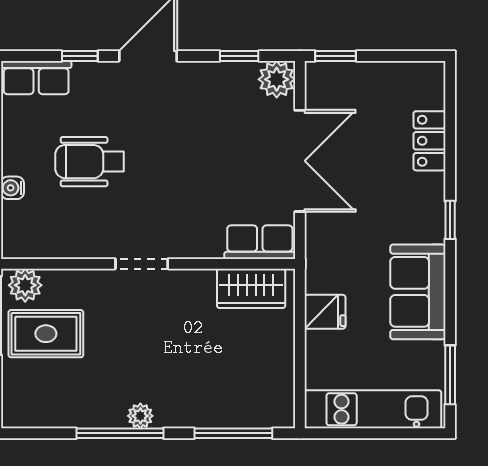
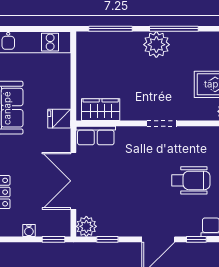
water cooler: (379, 72) -> (29, 231), added
fridge: (325, 312) -> (59, 119), moved
plant: (140, 416) -> (156, 45), width x1.88, depth x1.88

